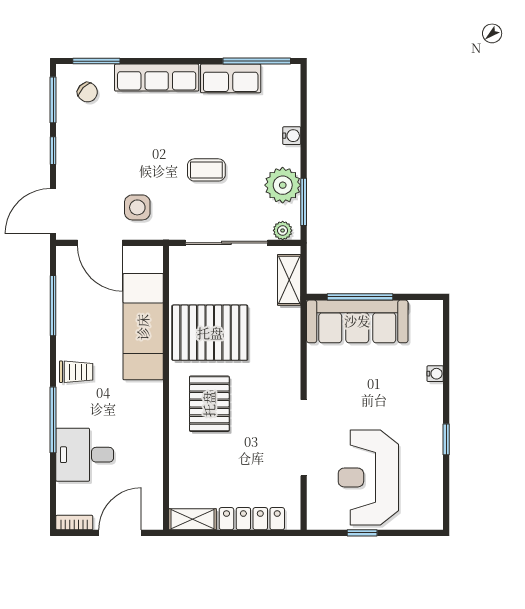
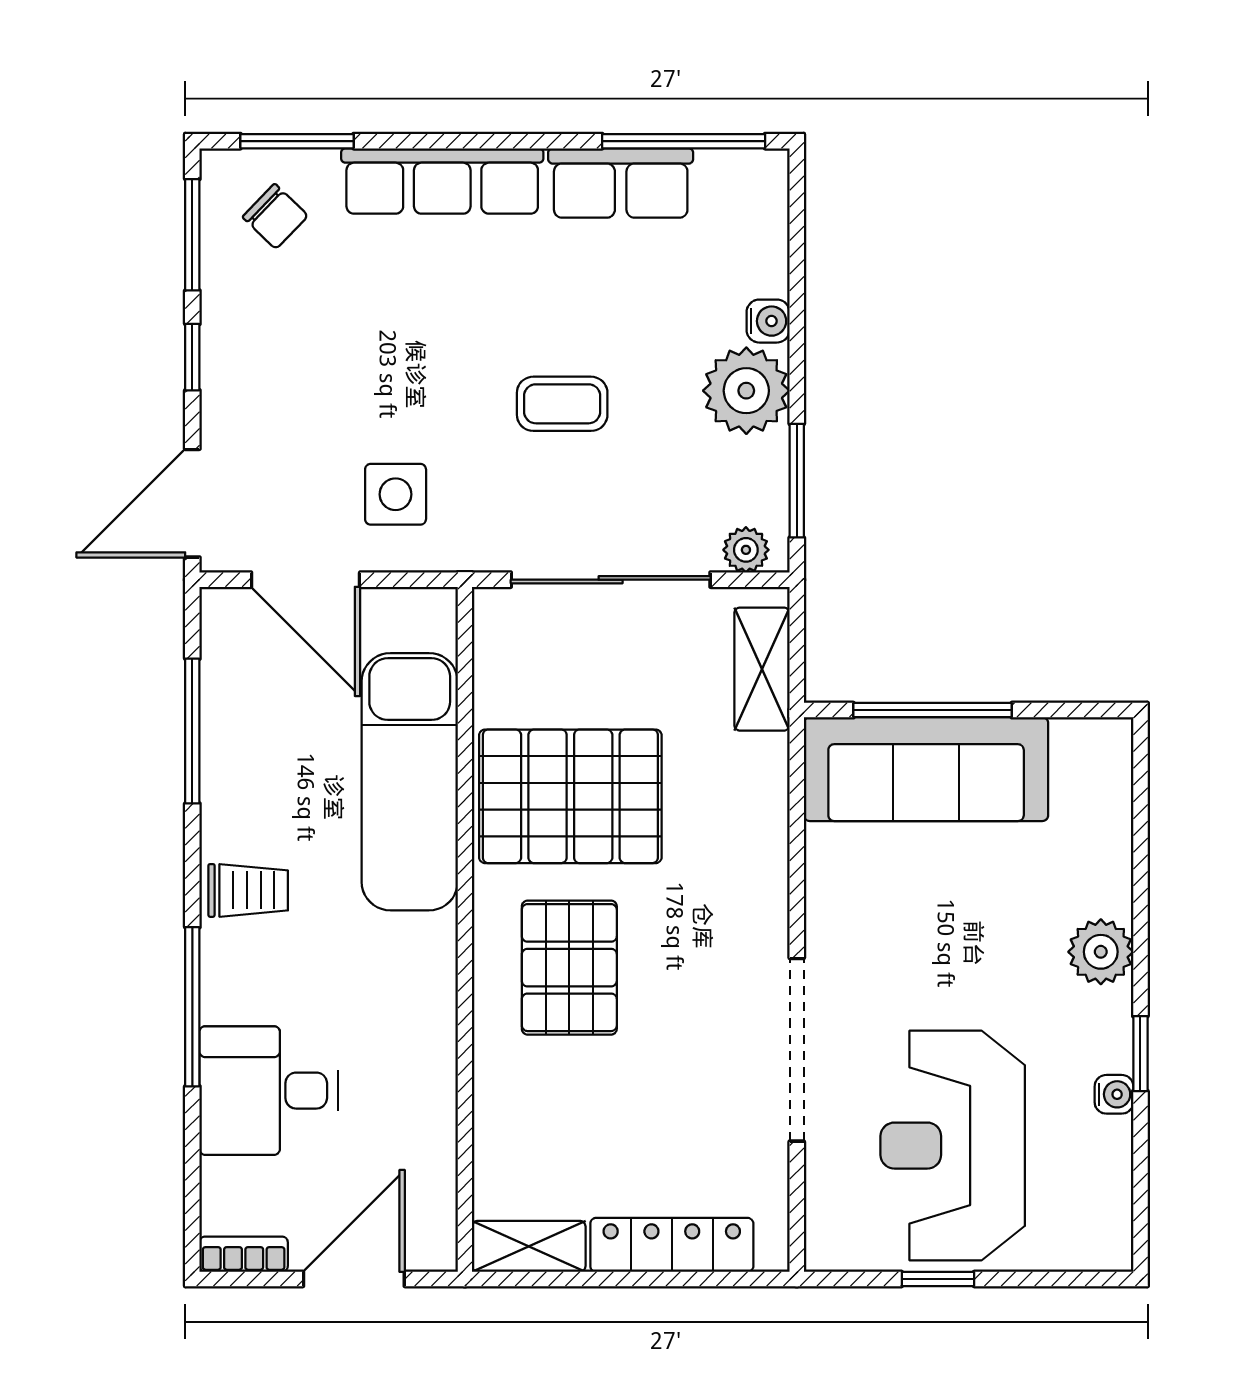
plant: (283, 185) -> (746, 391), moved
water cooler: (435, 374) -> (1114, 1094), moved
plant: (430, 397) -> (1101, 952), added

